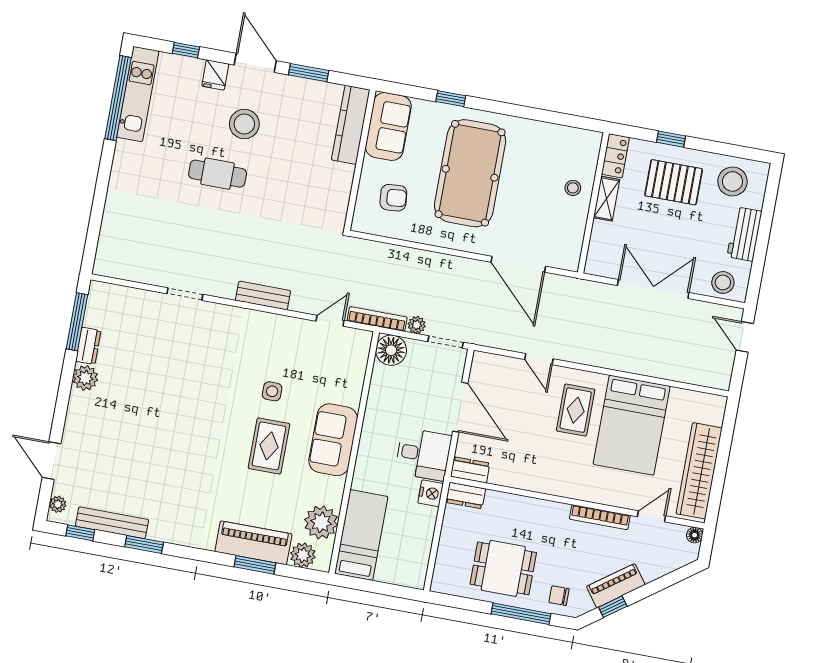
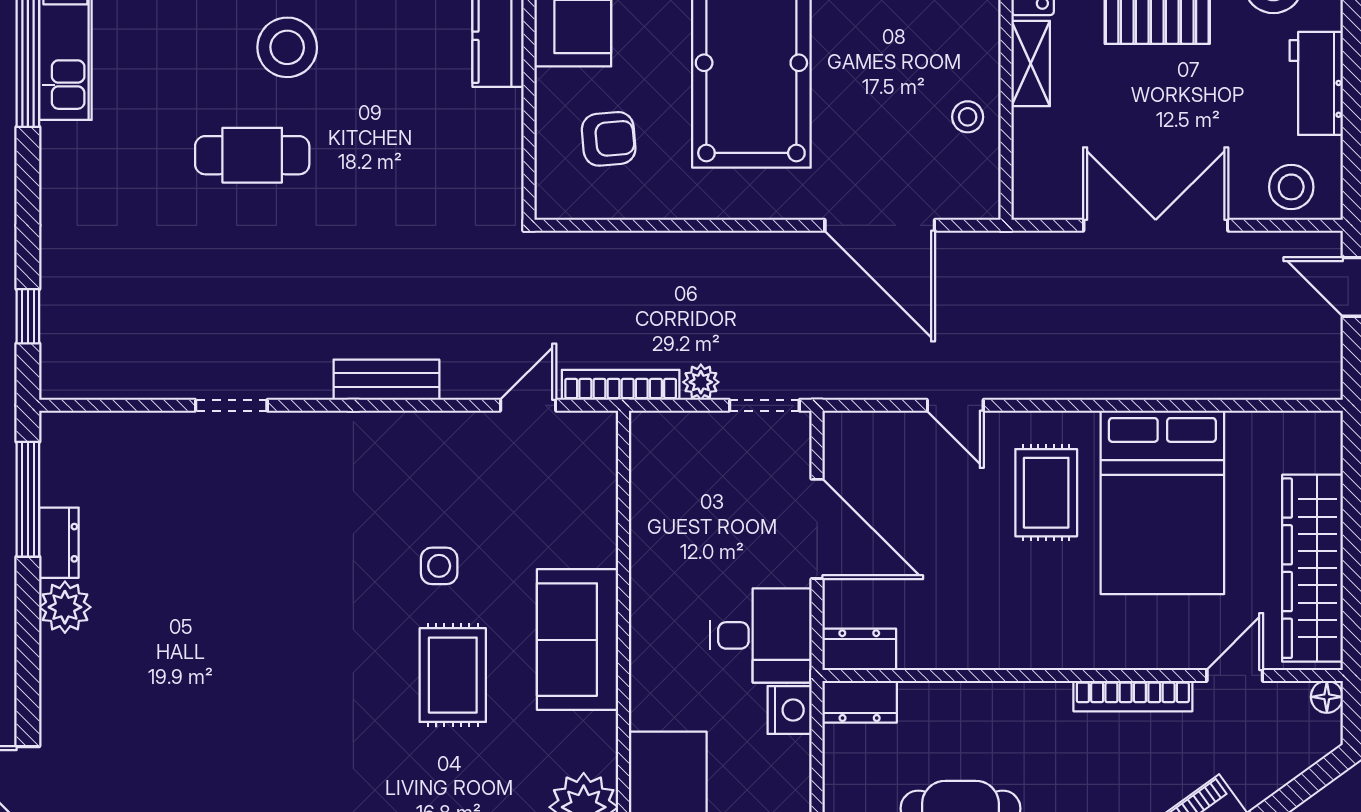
stool: (573, 188) -> (968, 117), moved
window: (93, 232) -> (28, 316), added
floor lamp: (391, 350) -> (660, 441), removed

